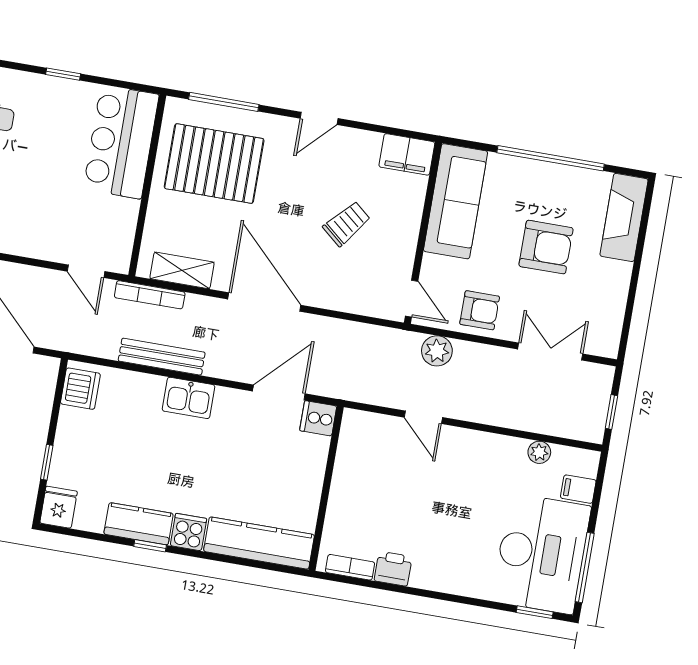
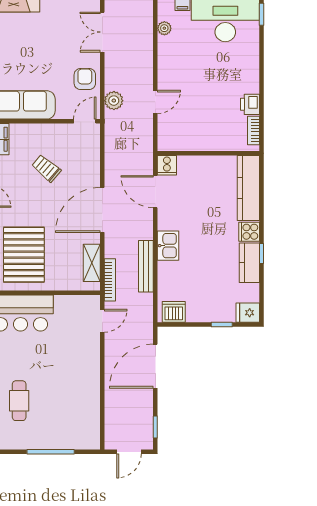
armchair: (546, 247) -> (40, 46), removed

